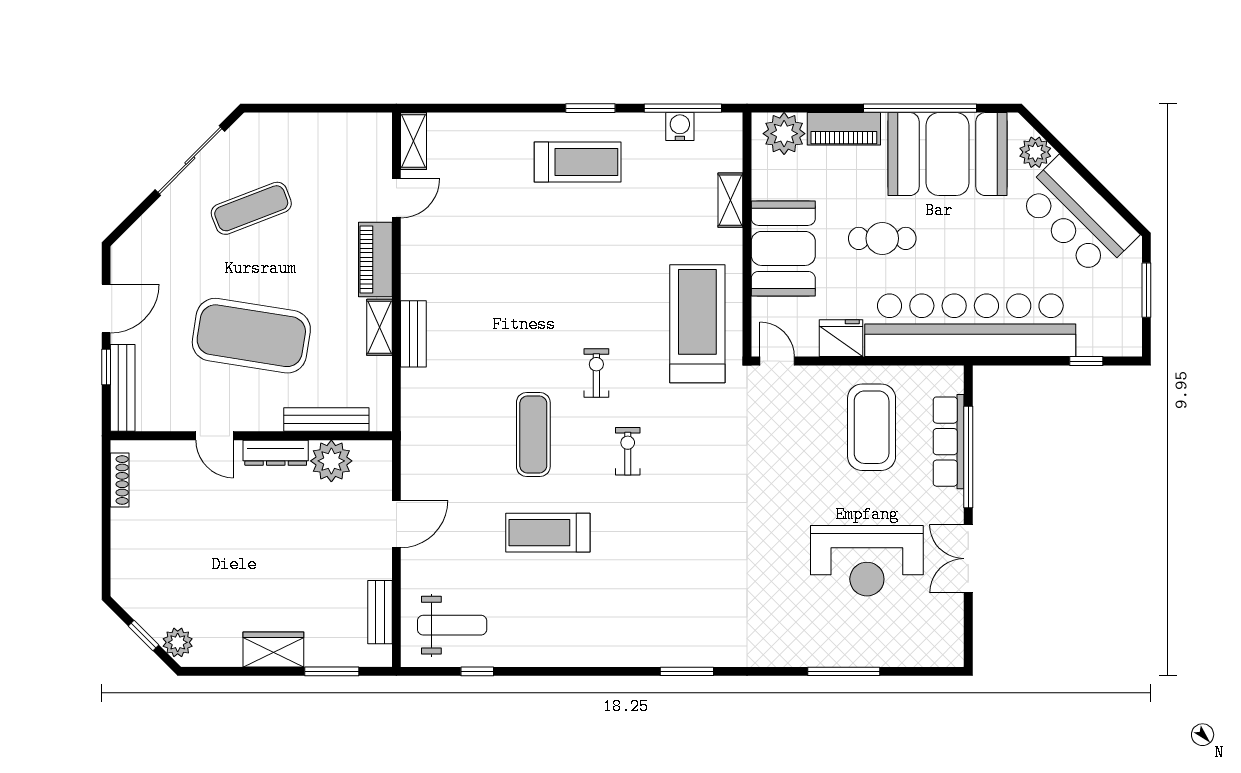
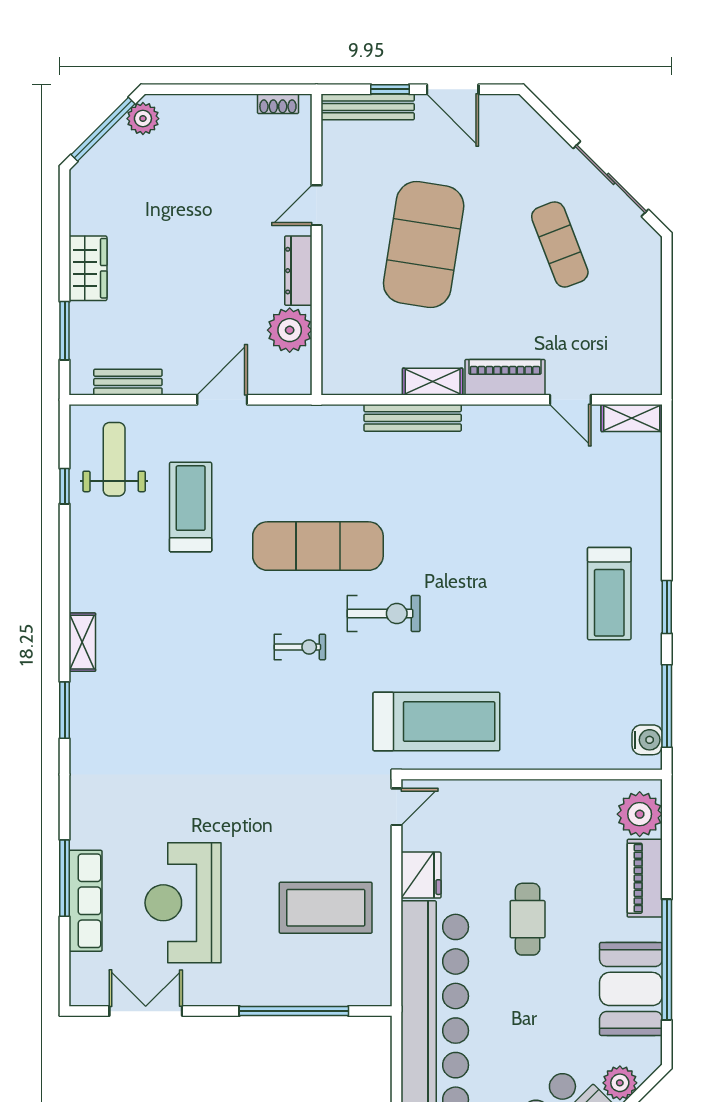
water cooler: (680, 127) -> (647, 740), moved
booth: (948, 154) -> (631, 989), width x0.73, depth x0.70
shelving: (730, 200) -> (82, 642), moved, turned 90
booth: (783, 248) -> (517, 813), removed
bench: (413, 334) -> (413, 418), width x1.36
exercise bike: (596, 373) -> (384, 613), width x1.38, depth x1.39
bench: (326, 420) -> (334, 325), removed
exercise mat: (533, 434) -> (318, 546), width x1.36, depth x1.45
row of seats: (949, 442) -> (86, 901), moved, turned 90
shoe rack: (120, 480) -> (278, 104), width x0.70
door: (396, 524) -> (222, 400), swing flipped
treadmill: (548, 533) -> (191, 507), moved
double door: (968, 559) -> (146, 1011), moved
weight bench: (452, 625) -> (114, 459), turned 180
window: (144, 636) -> (103, 129), width x2.17
plant: (178, 642) -> (143, 119), moved

